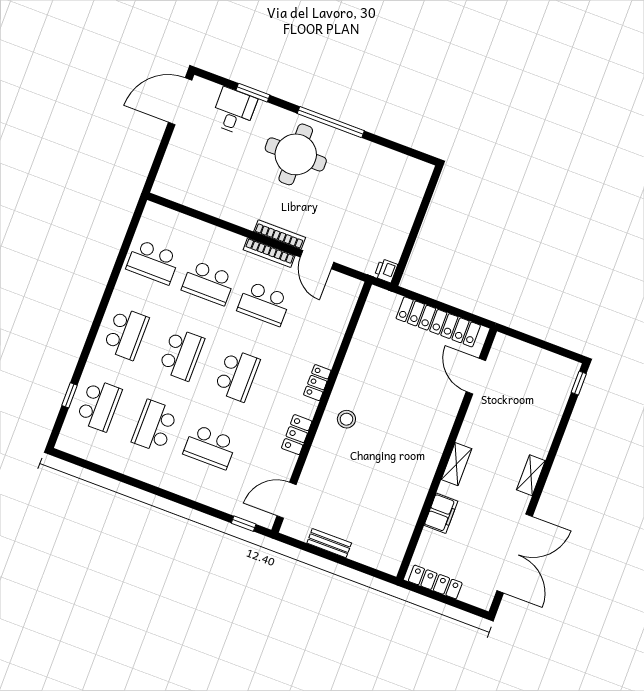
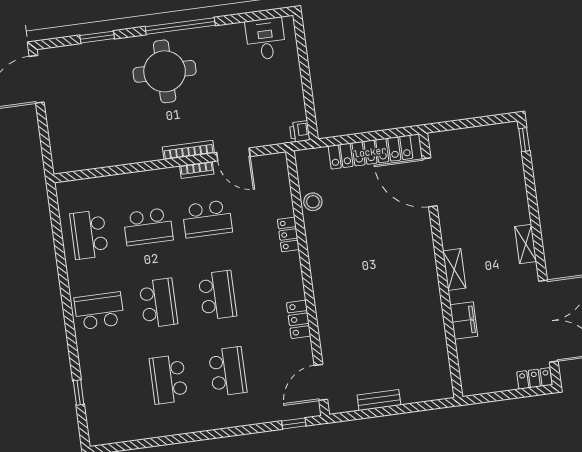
desk: (234, 111) -> (266, 39), moved
bookcase: (269, 253) -> (197, 170), width x0.64
school desk: (153, 262) -> (89, 235), turned 90
school desk: (126, 334) -> (99, 311), turned -90
door: (476, 376) -> (430, 182), width x1.36
locker: (317, 383) -> (288, 234), moved
school desk: (99, 405) -> (109, 387), removed
stool: (346, 419) -> (313, 202), moved
school desk: (210, 447) -> (228, 371), turned -90
locker: (435, 582) -> (534, 378), moved, width x0.66

